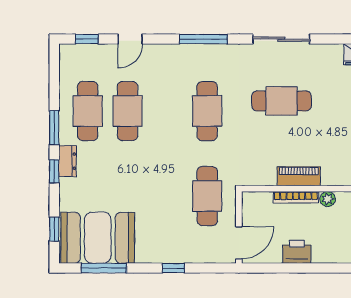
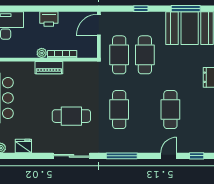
cafe table: (88, 111) -> (145, 55), moved
piano: (299, 176) -> (49, 68), moved
printer: (297, 252) -> (49, 19), moved

